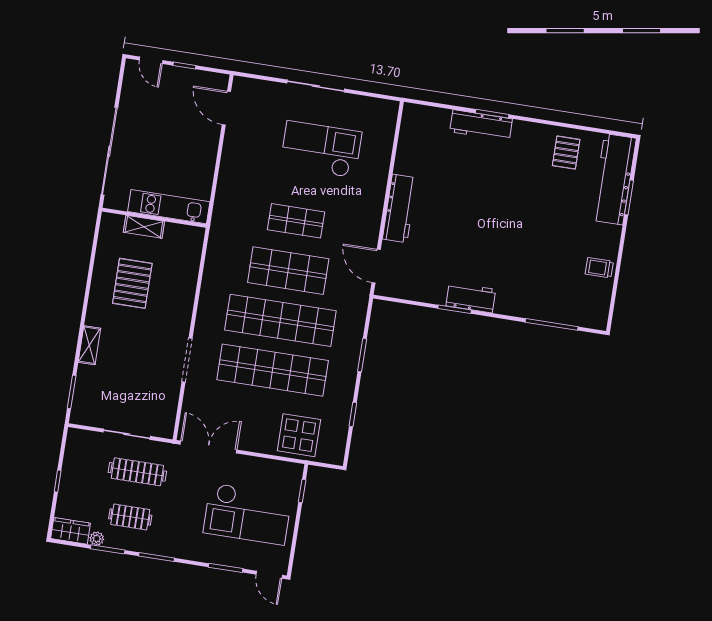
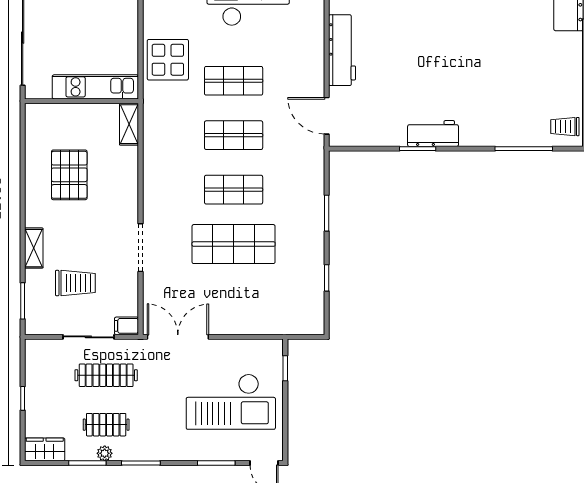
shelving: (144, 227) -> (129, 124), moved, turned 90
trolley: (599, 268) -> (565, 127), moved
shop shelf: (288, 271) -> (234, 135), width x0.70, depth x0.74
shop shelf: (280, 320) -> (234, 190), width x0.50, depth x0.74
shop shelf: (273, 370) -> (234, 244), width x0.71
trolley: (122, 383) -> (75, 283), added
filing cabinet: (163, 430) -> (127, 326), added
display table: (299, 435) -> (168, 60), moved
plant: (97, 539) -> (105, 453), moved

